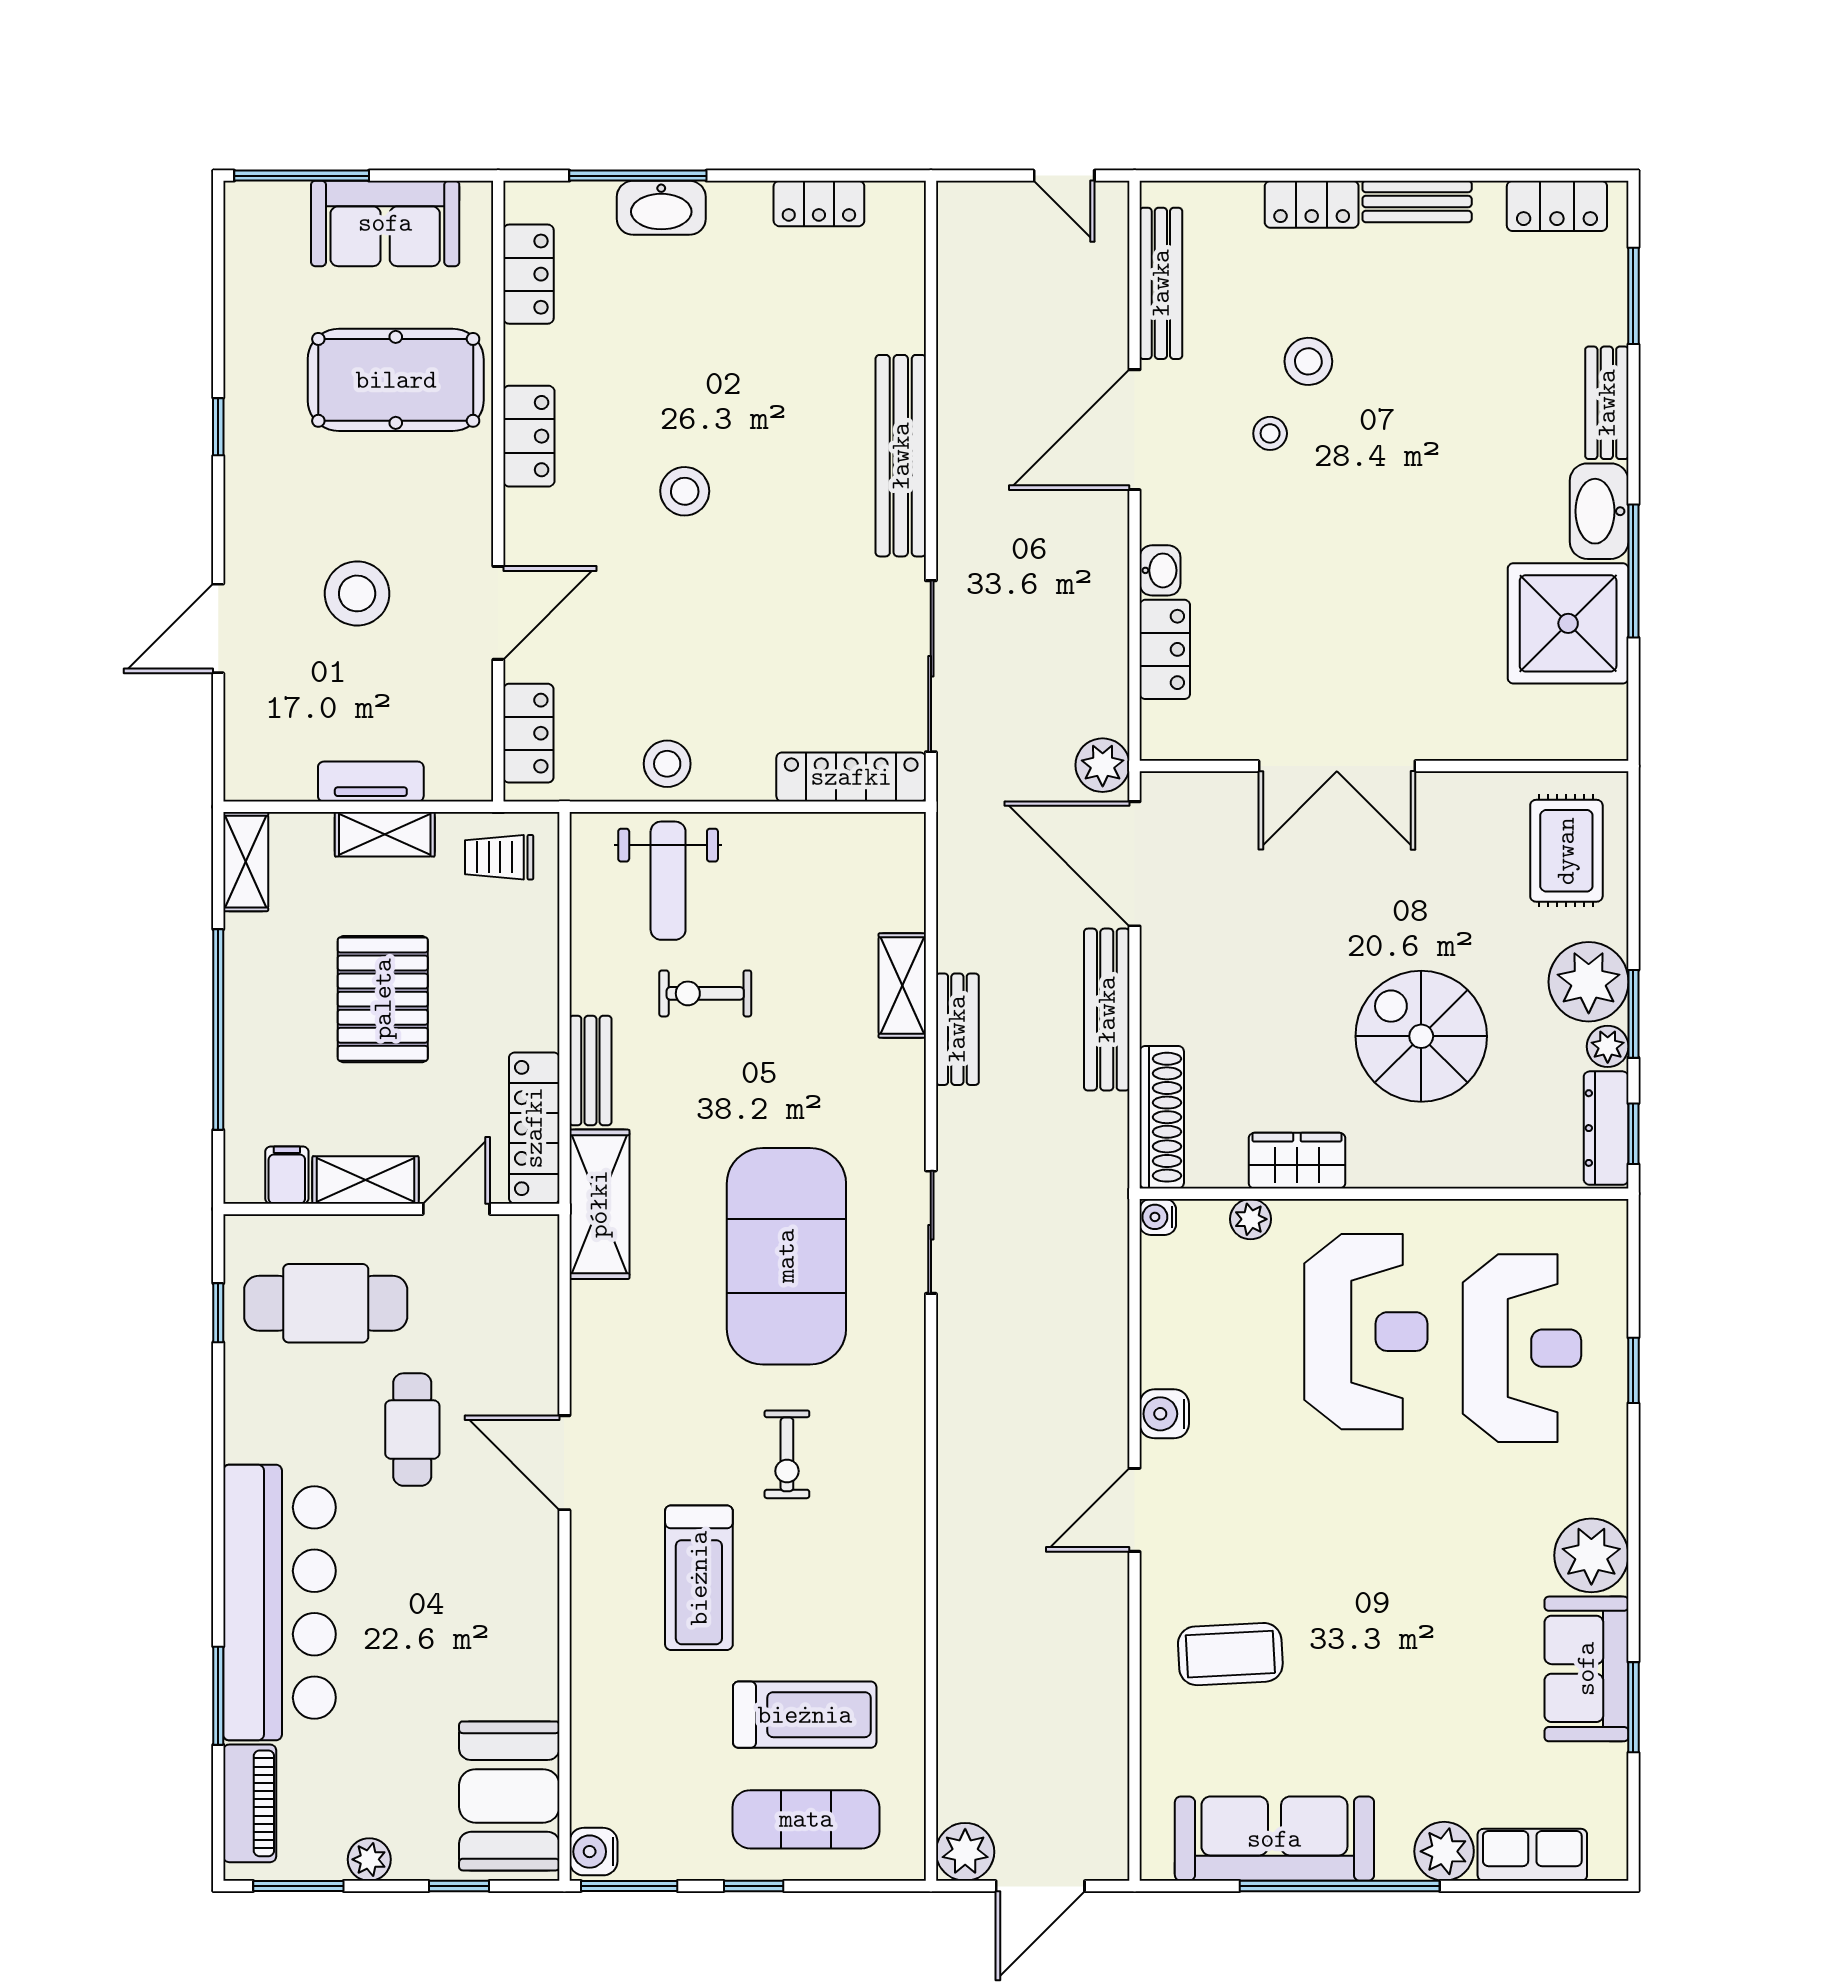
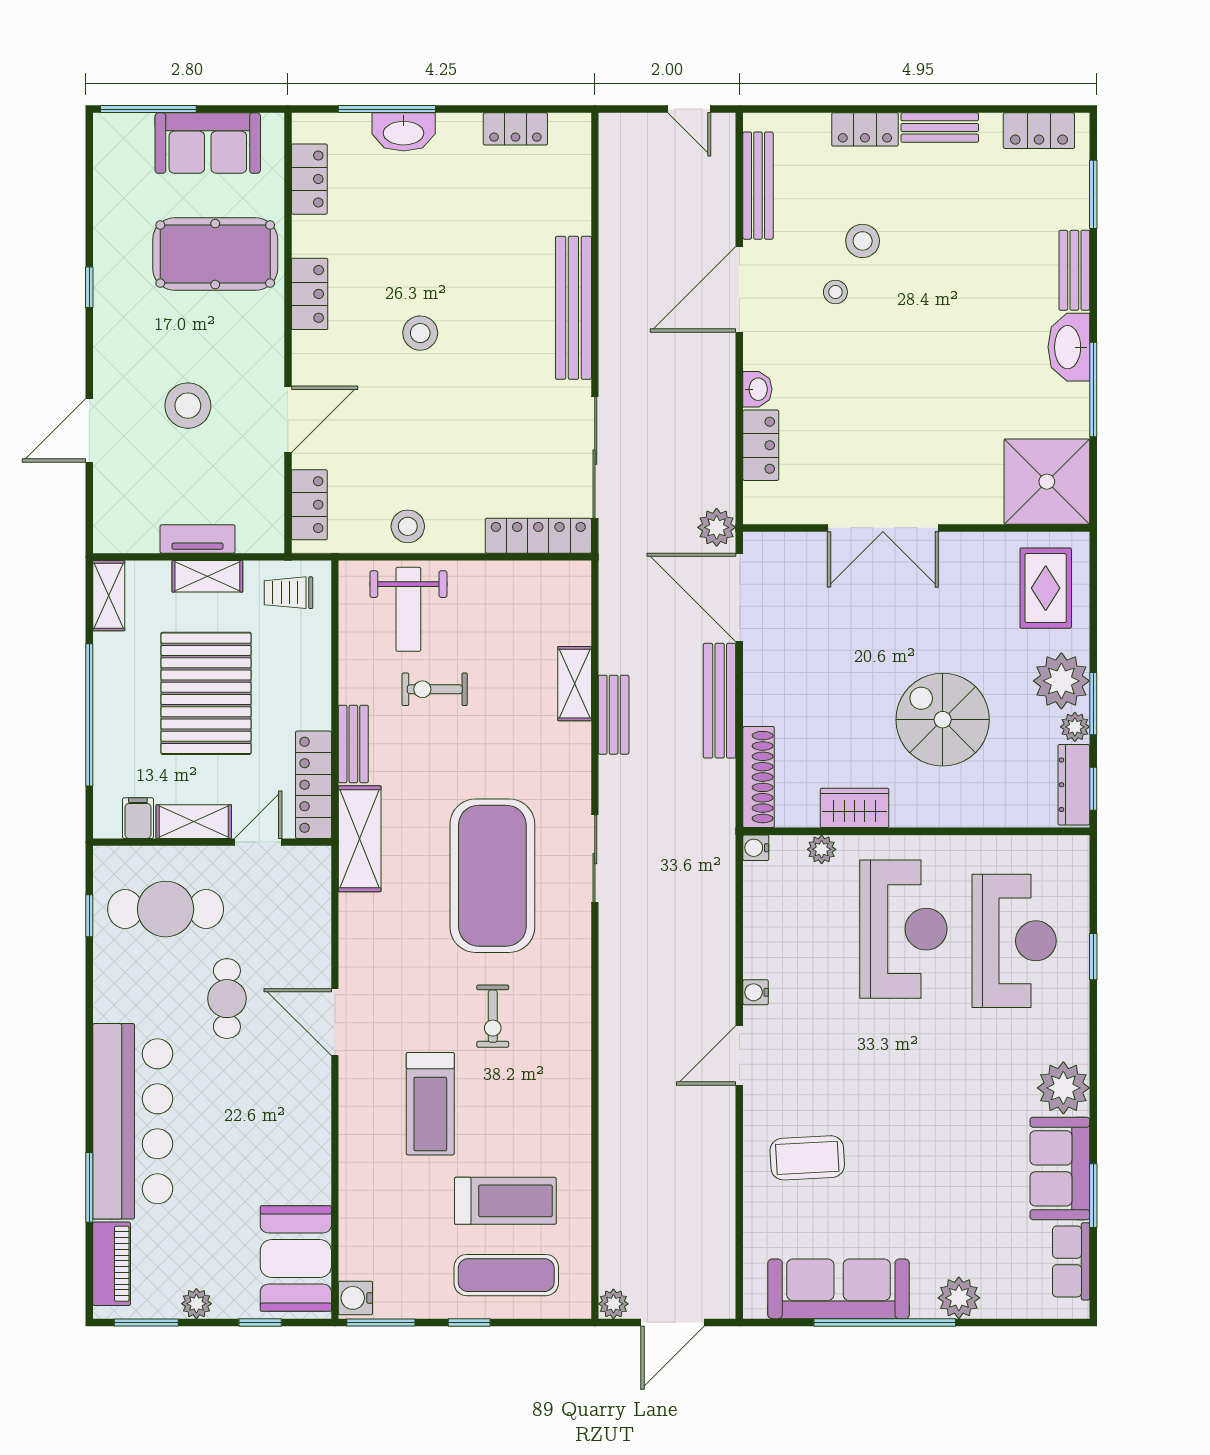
shower: (1568, 623) -> (1047, 482), moved
pallet: (383, 999) -> (206, 693), width x1.37, depth x1.41
water cooler: (1164, 1414) -> (756, 992), width x0.72, depth x0.72
plant: (965, 1852) -> (613, 1304), width x0.73, depth x0.73
row of seats: (1532, 1855) -> (1071, 1261), moved, turned -90

